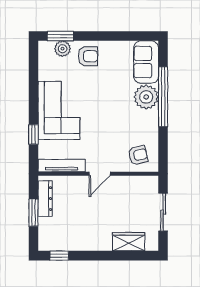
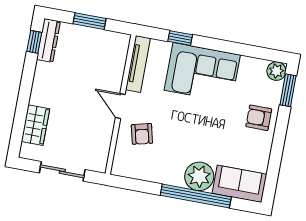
plant: (63, 49) -> (276, 71), moved
armchair: (88, 56) -> (259, 118), turned 90
armchair: (138, 155) -> (142, 134), moved
dresser: (45, 199) -> (48, 41), moved, turned -90

